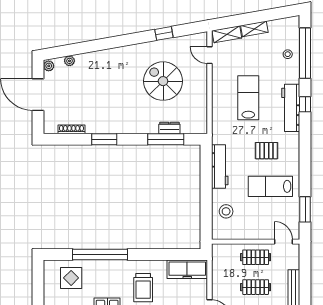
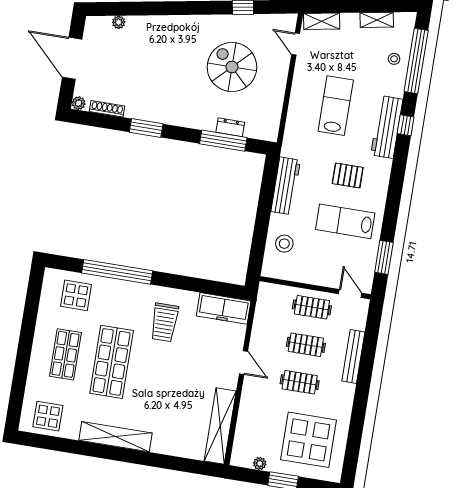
shelving: (254, 29) -> (377, 20), moved
plant: (49, 66) -> (79, 103), moved

